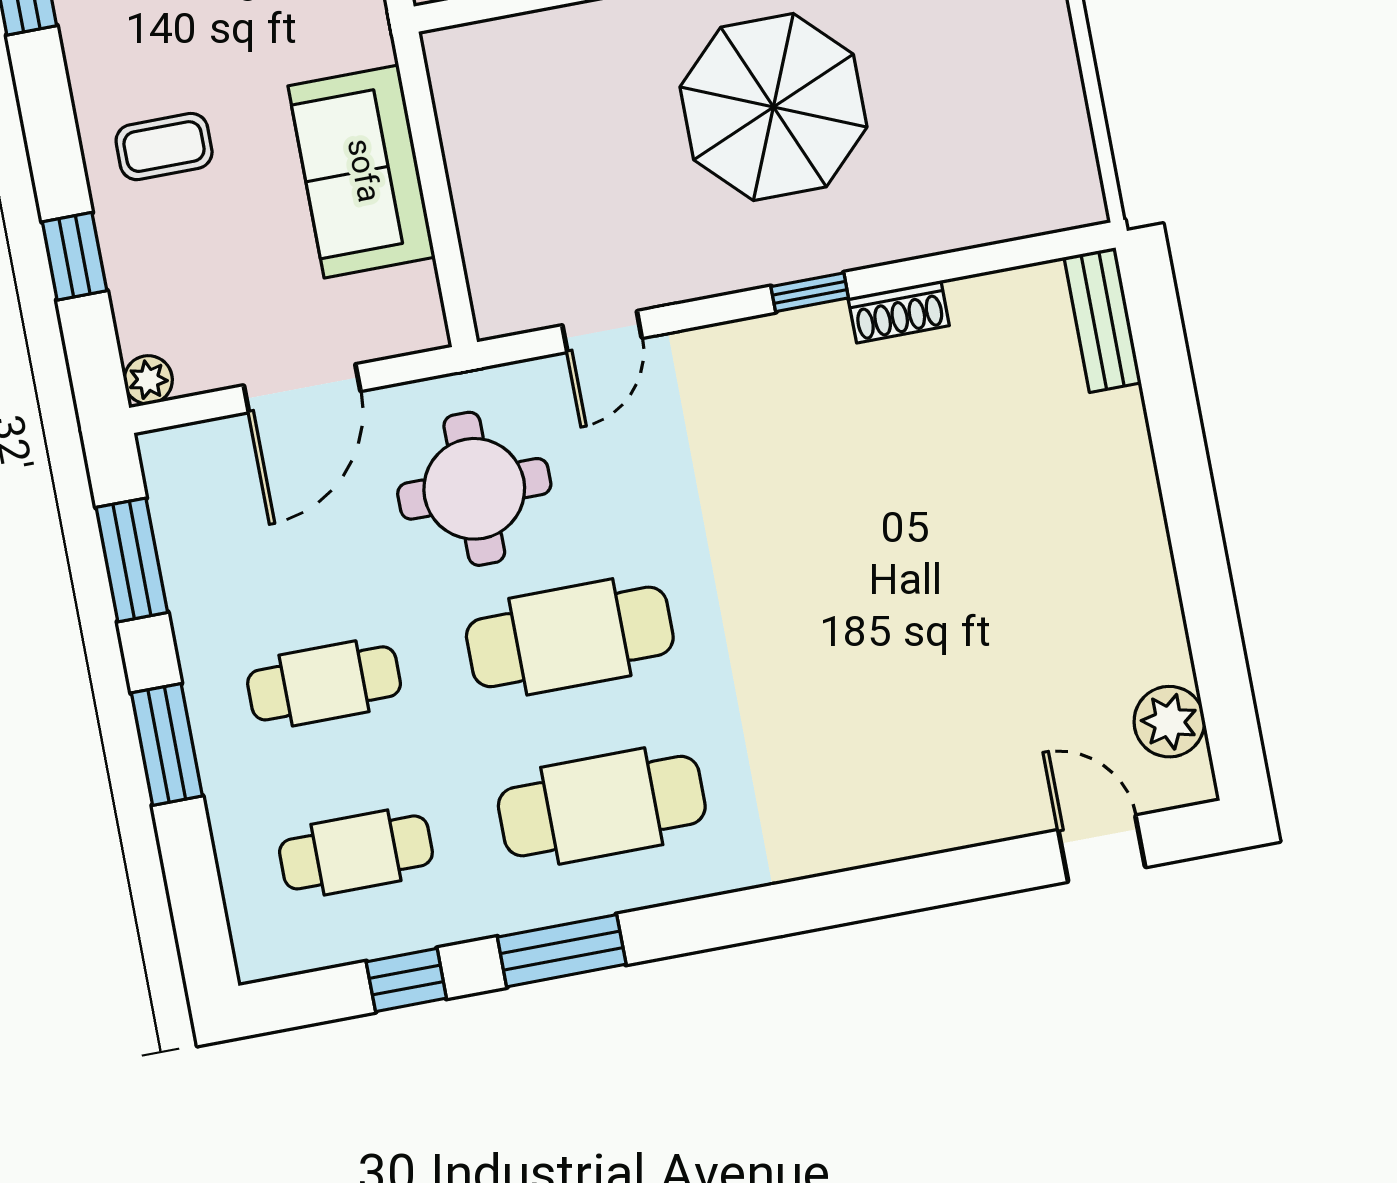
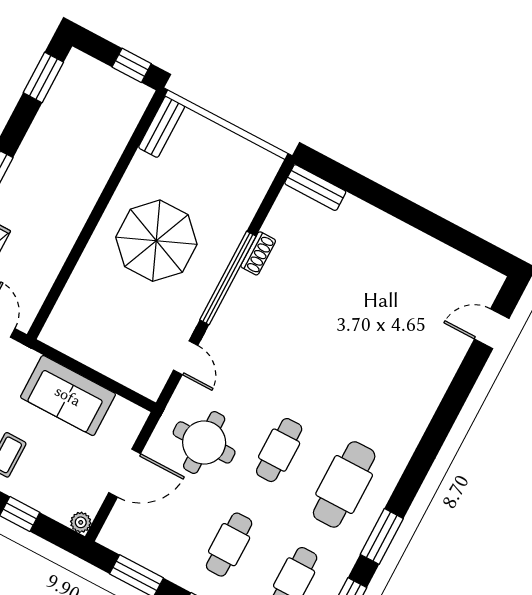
window: (810, 292) -> (228, 278), width x3.17
door: (302, 388) -> (125, 473), hinge flipped
cafe table: (570, 637) -> (279, 450), width x0.73, depth x0.74
plant: (1169, 722) -> (467, 272), removed

